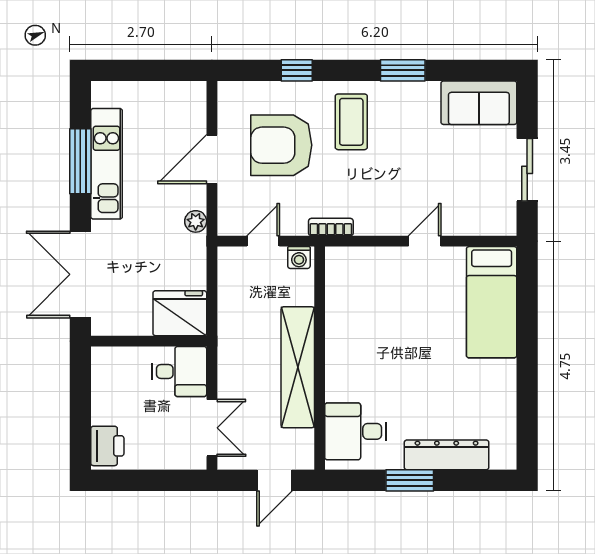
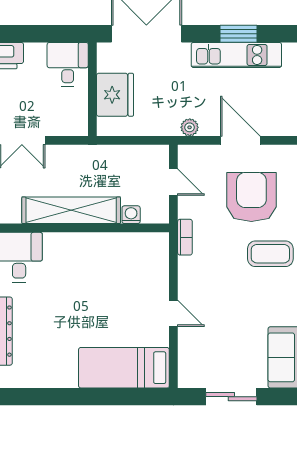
window: (80, 161) -> (238, 34), width x0.69
washing machine: (299, 258) -> (131, 215), moved, turned 90
fridge: (180, 313) -> (115, 95), moved
desk: (179, 372) -> (68, 64), moved, turned 180

